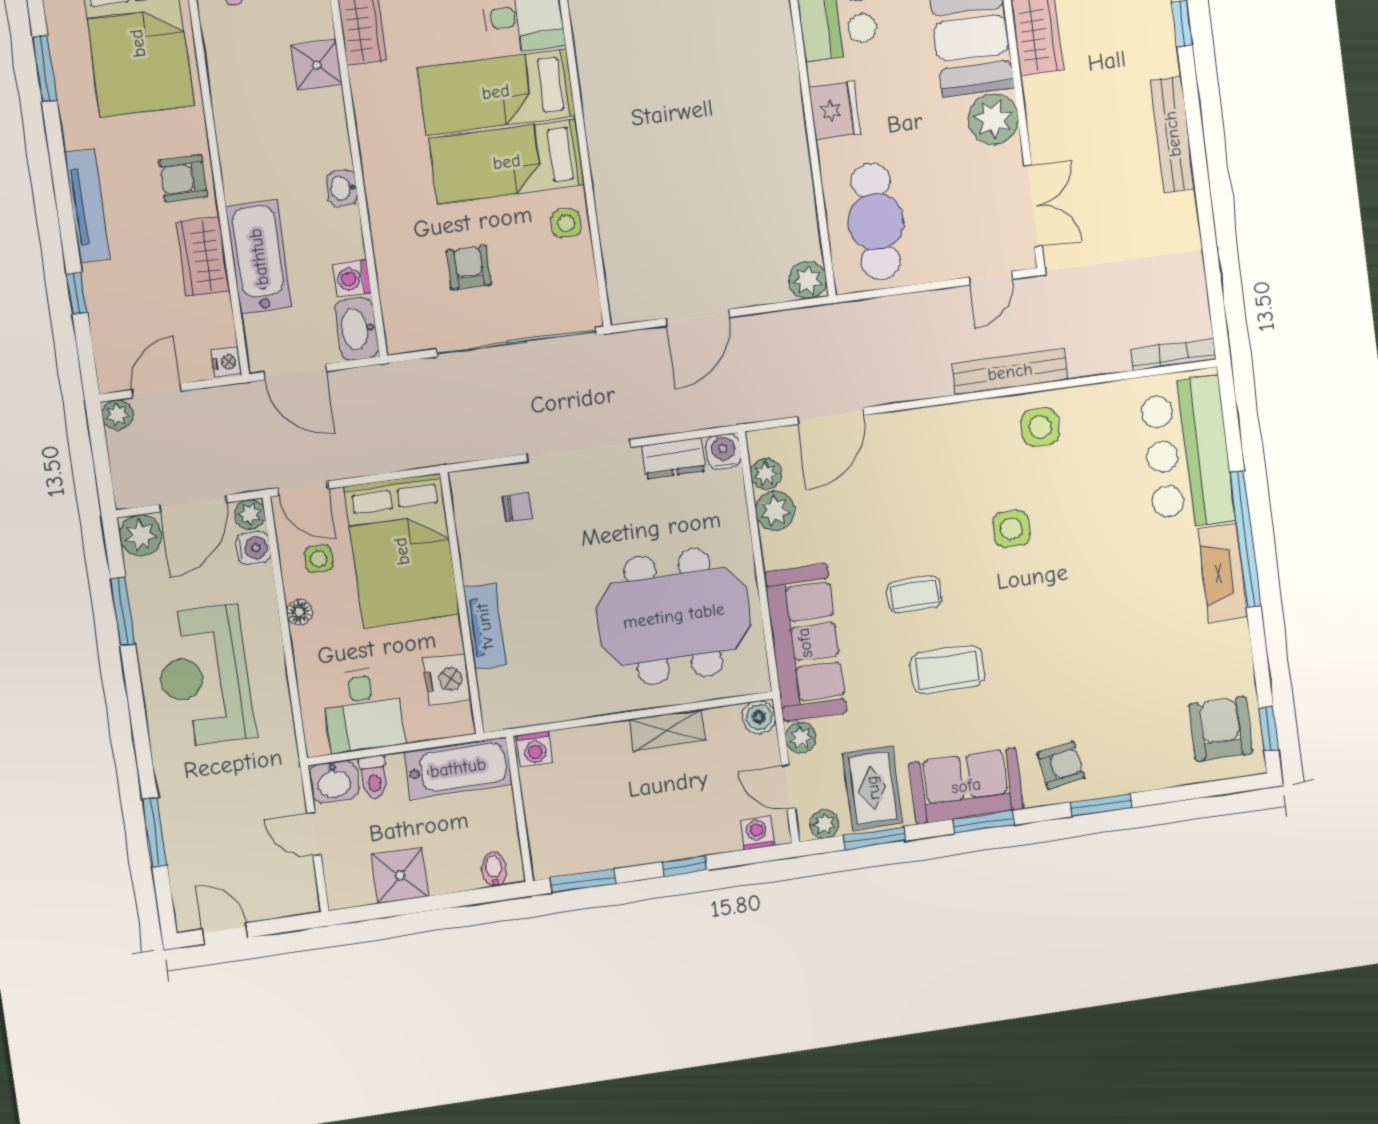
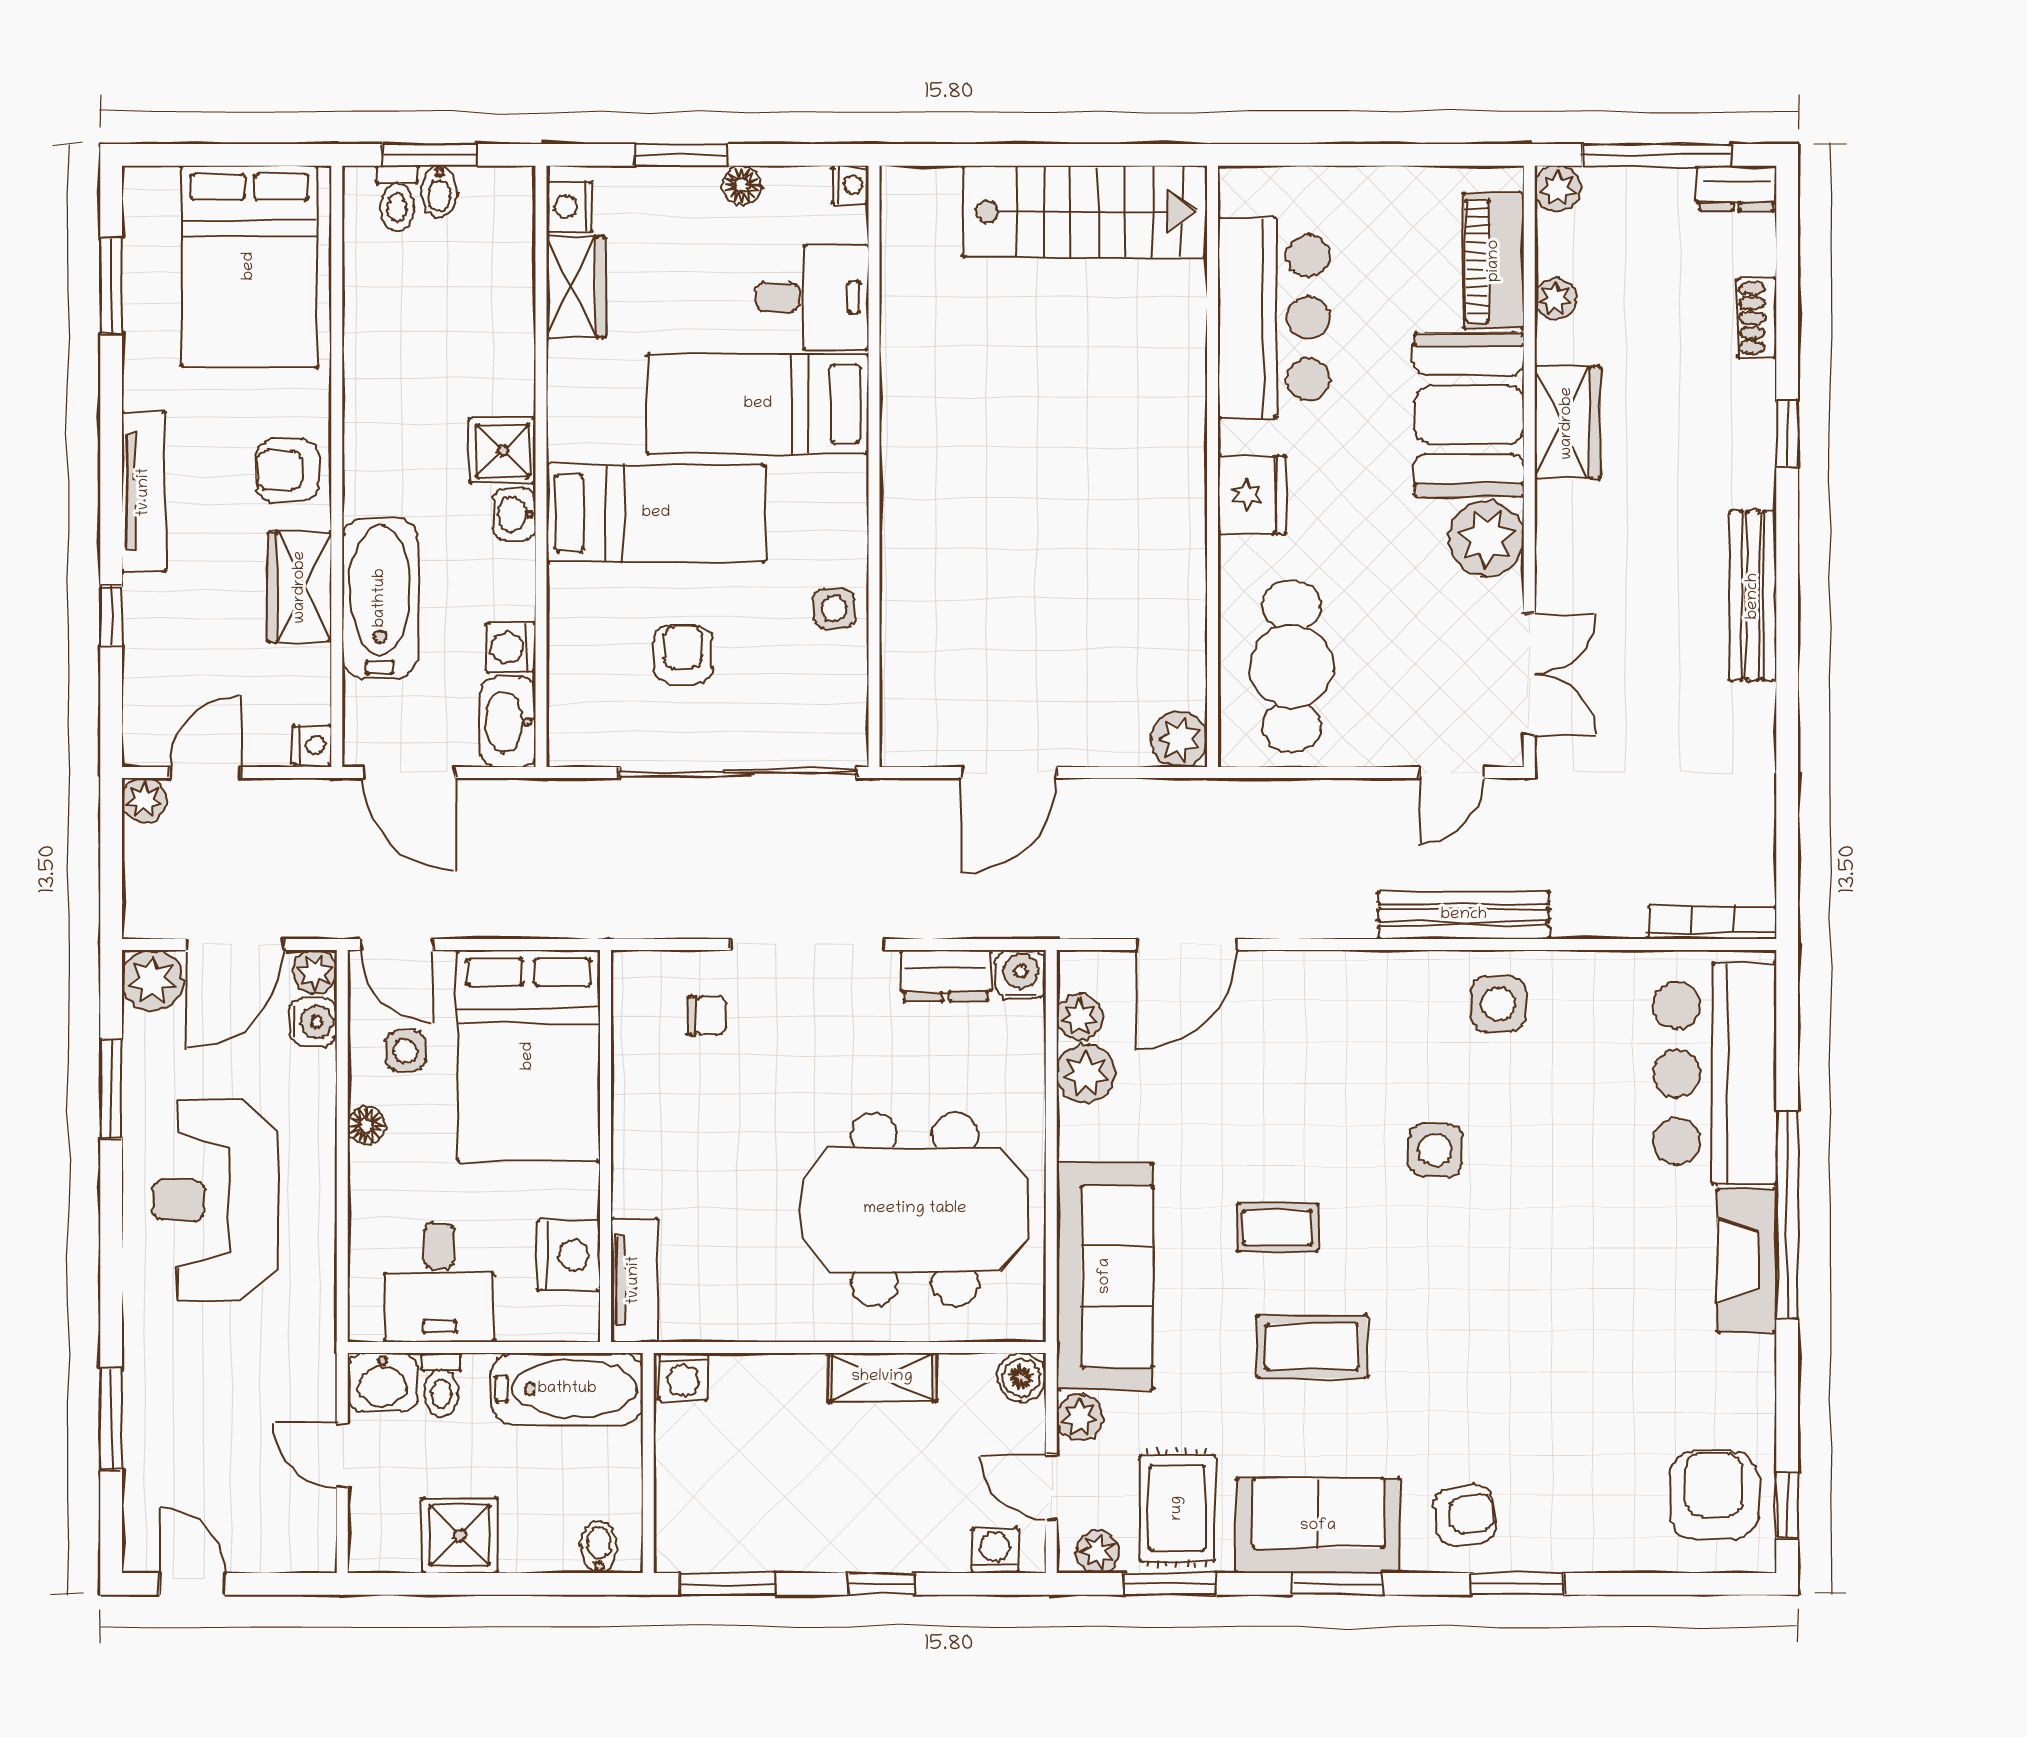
shower: (317, 65) -> (502, 451), moved
bed: (507, 162) -> (656, 513), moved, turned 180
tv unit: (485, 626) -> (634, 1280), moved

